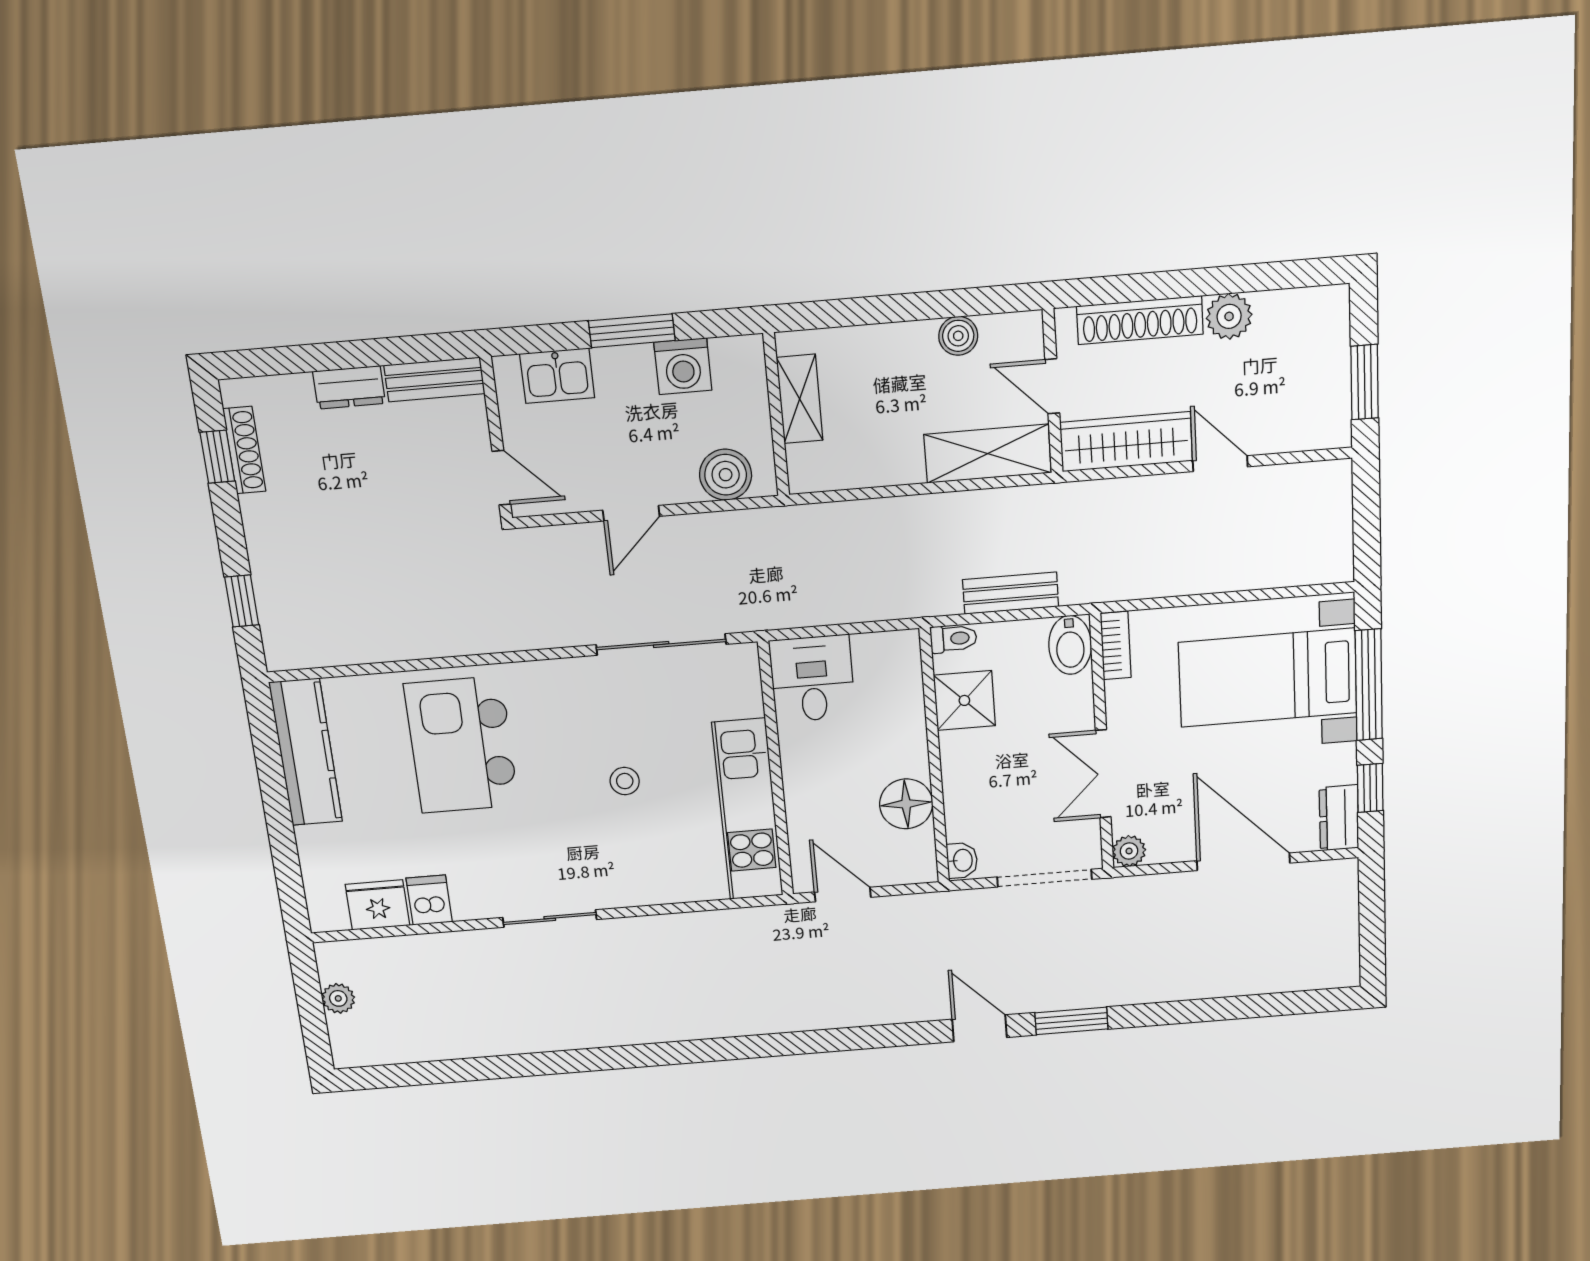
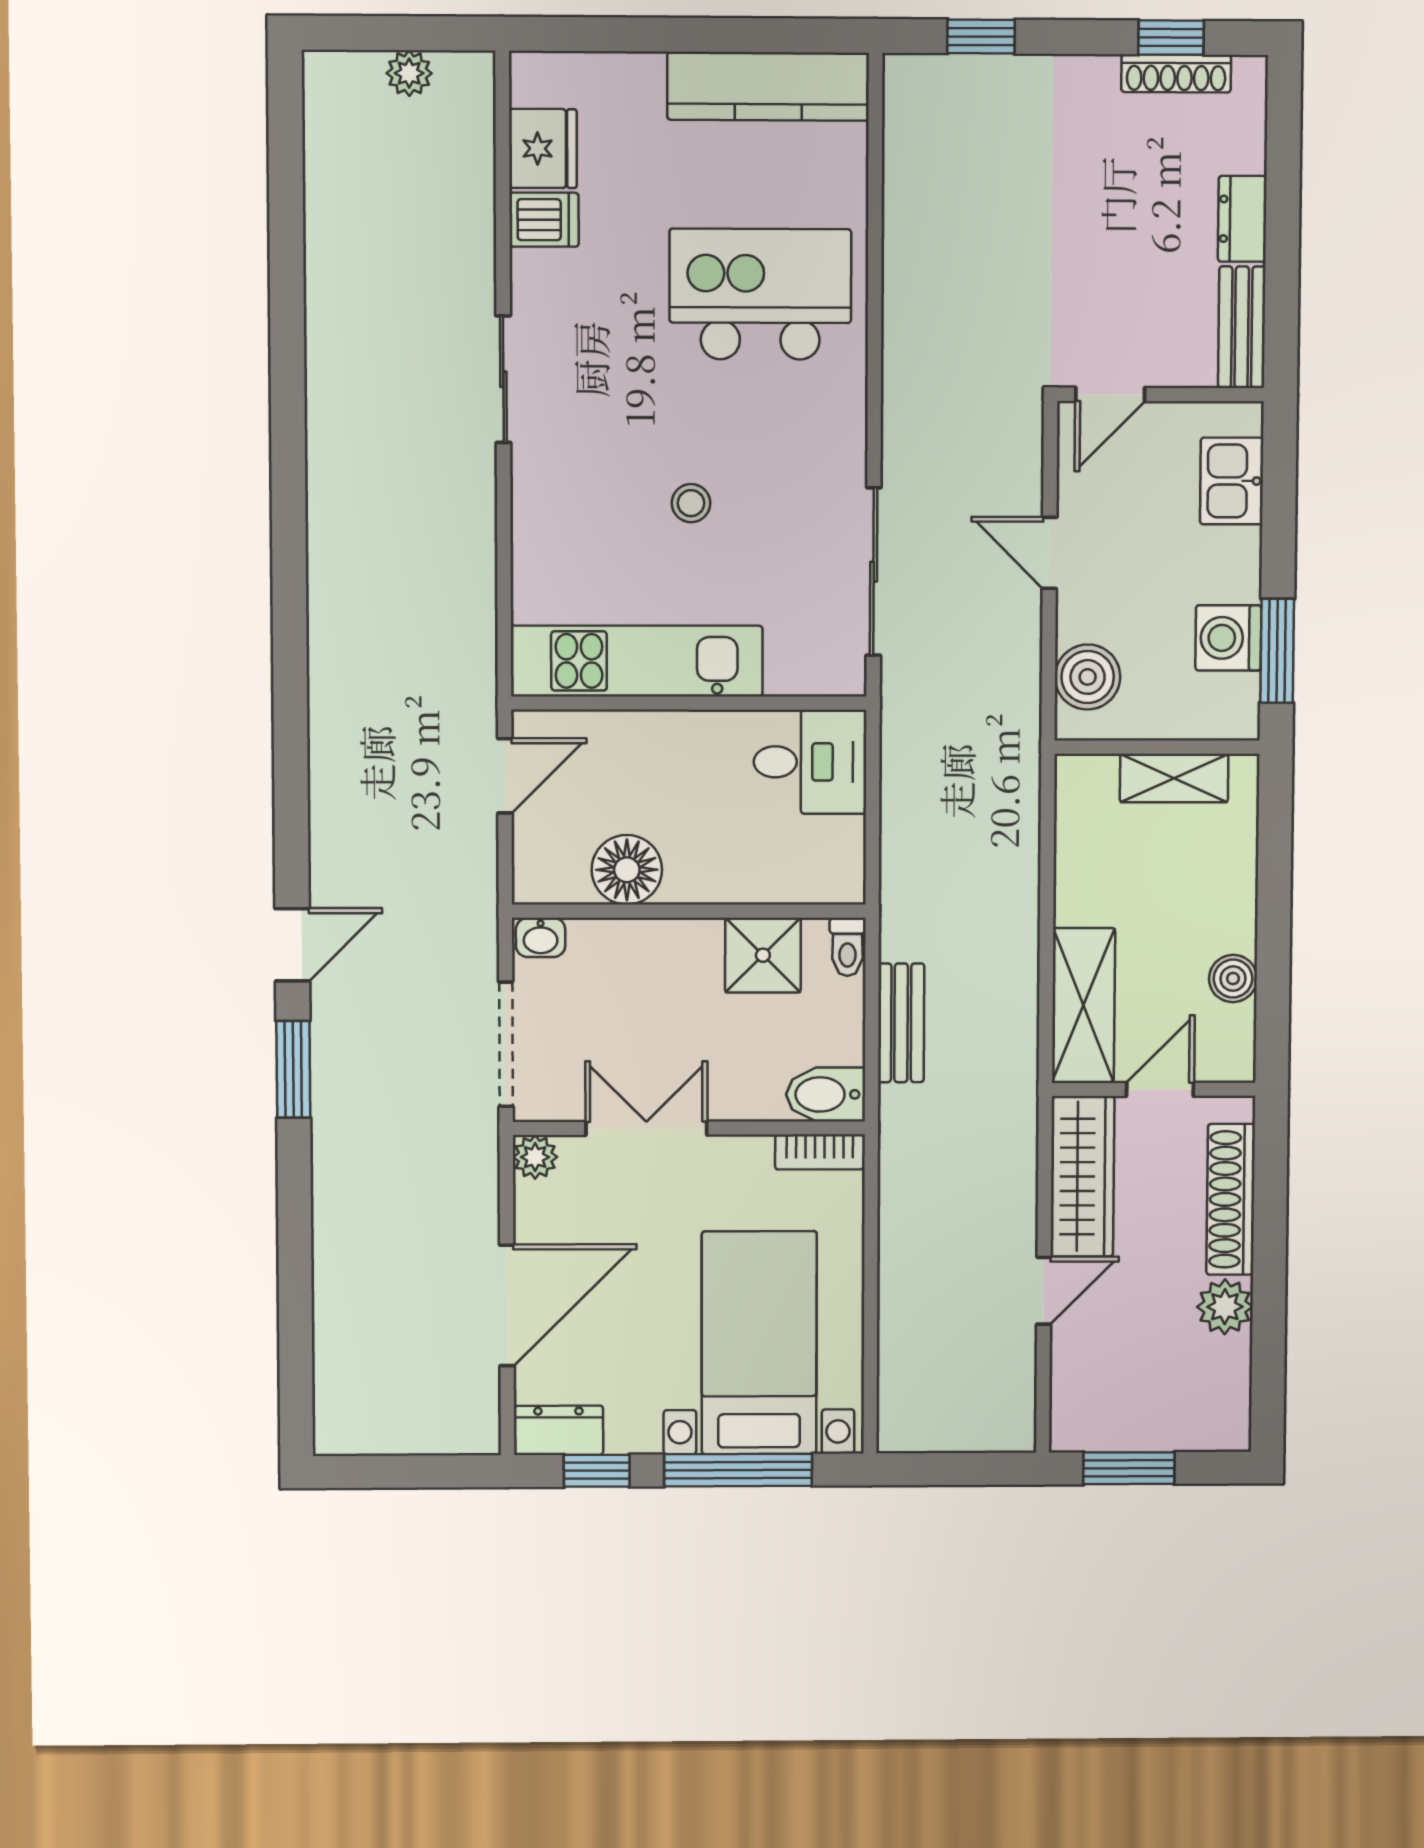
window: (632, 331) -> (1277, 651), moved

